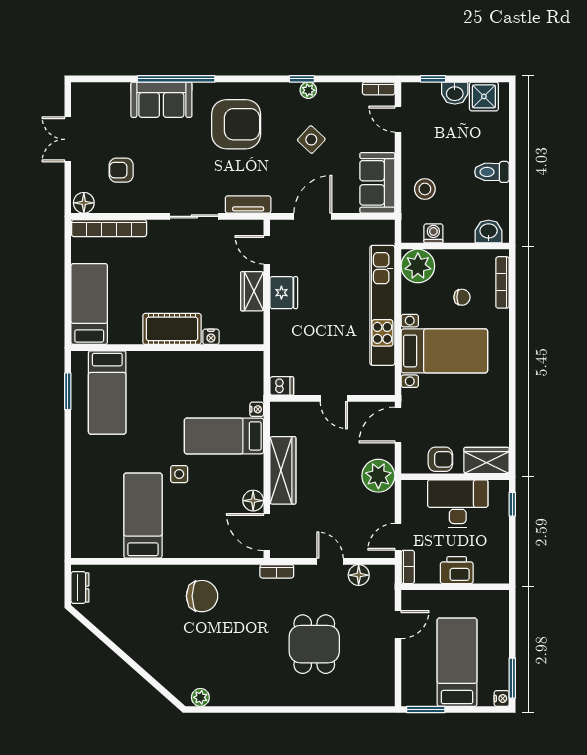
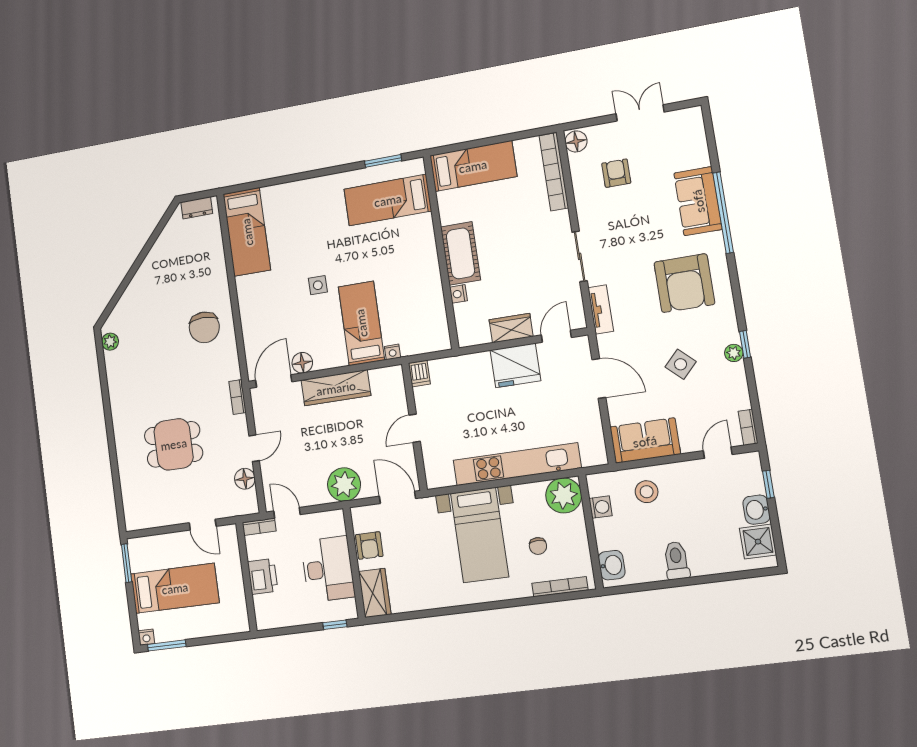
fridge: (284, 293) -> (515, 365), width x1.36, depth x1.34
bed: (143, 516) -> (247, 232), moved, turned 90

